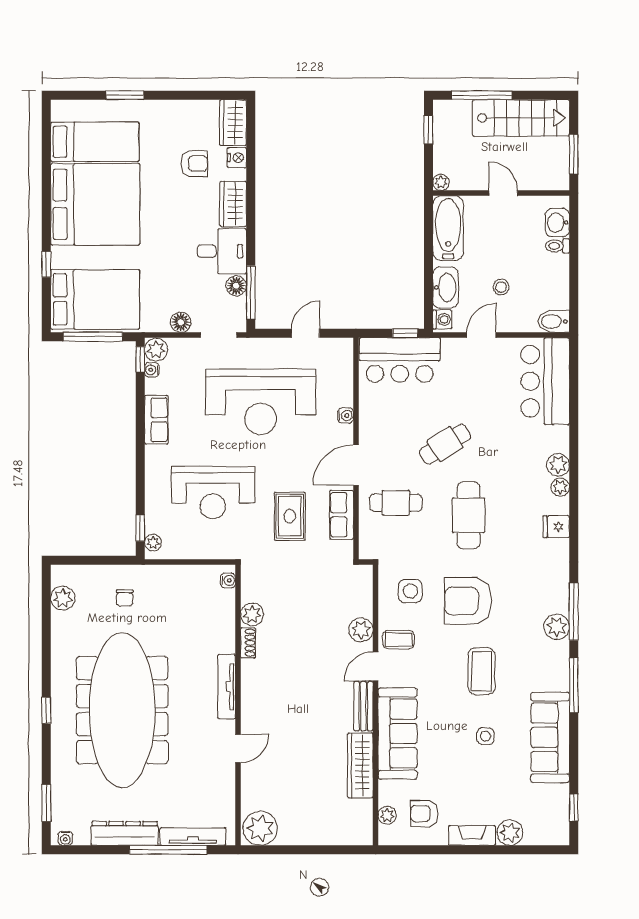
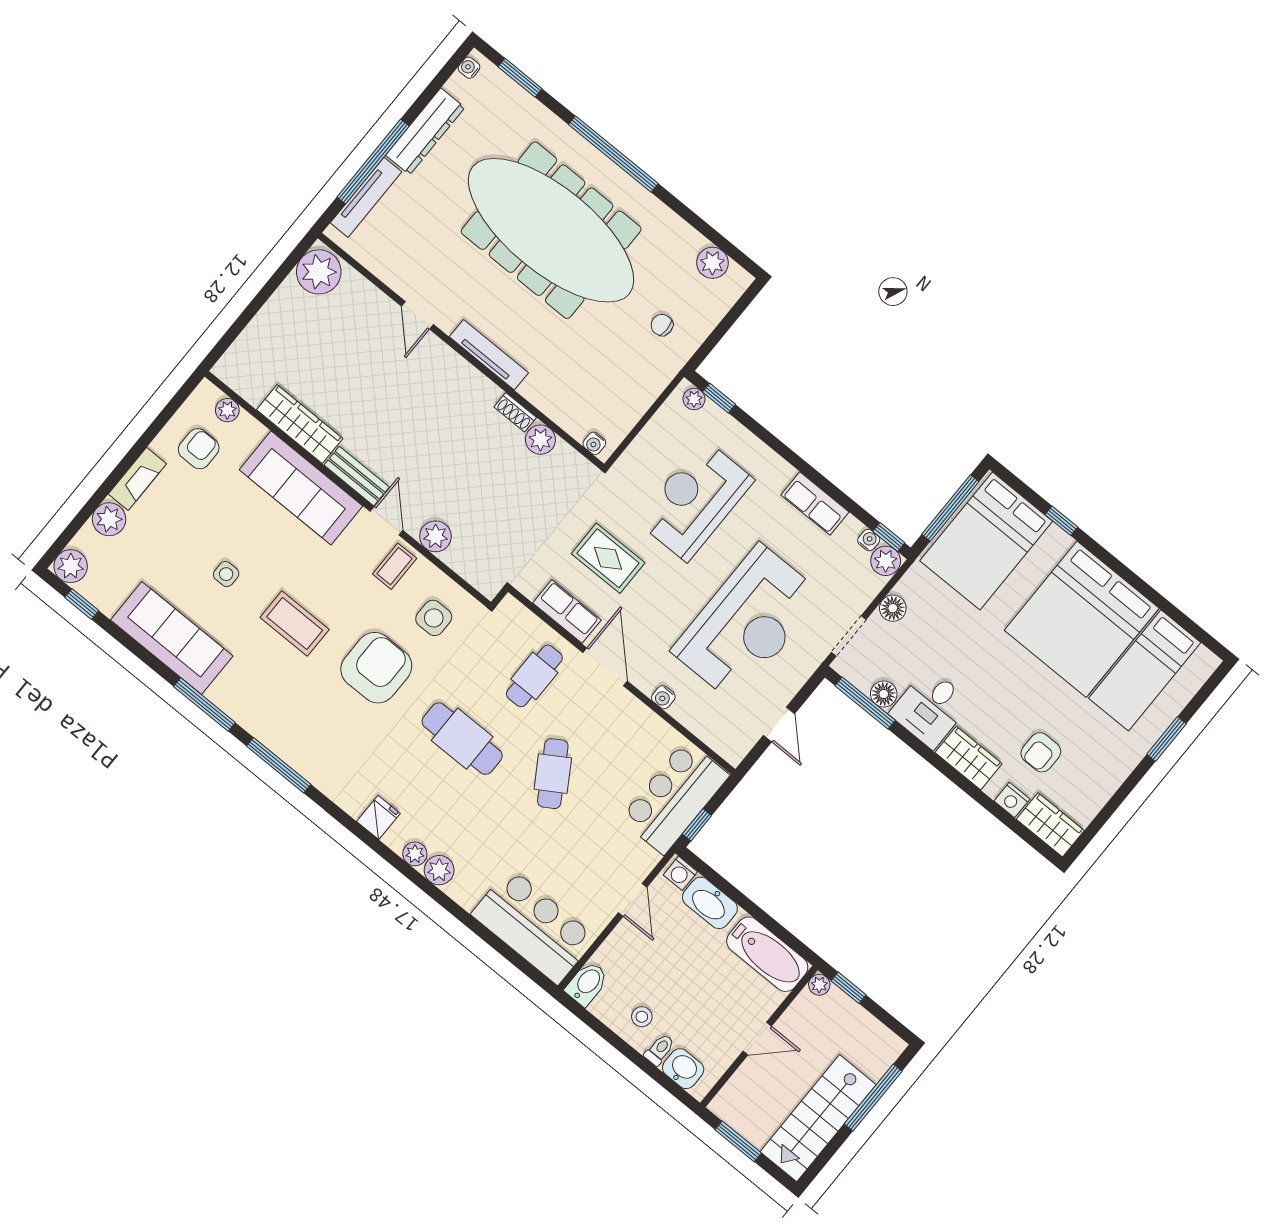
window: (428, 130) -> (849, 988), moved
stool: (501, 287) -> (642, 1017), moved
reception desk: (261, 402) -> (747, 623), turned 180
plant: (557, 627) -> (71, 566), moved
window: (46, 710) -> (613, 154), width x3.17

